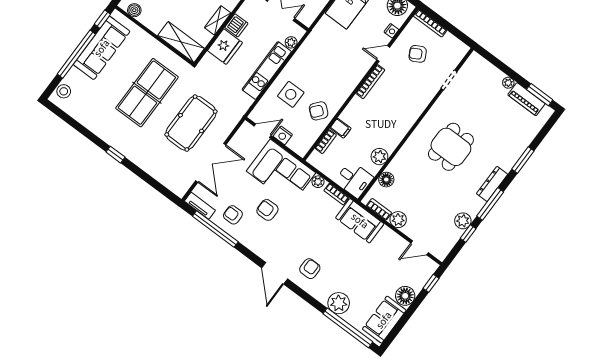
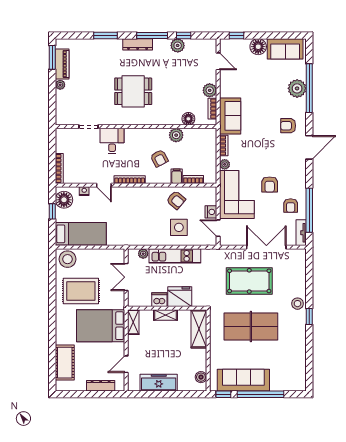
armchair: (418, 54) -> (159, 158), moved
stool: (64, 91) -> (298, 304), moved
desk: (354, 179) -> (112, 141), moved
window: (348, 328) -> (309, 88), moved

